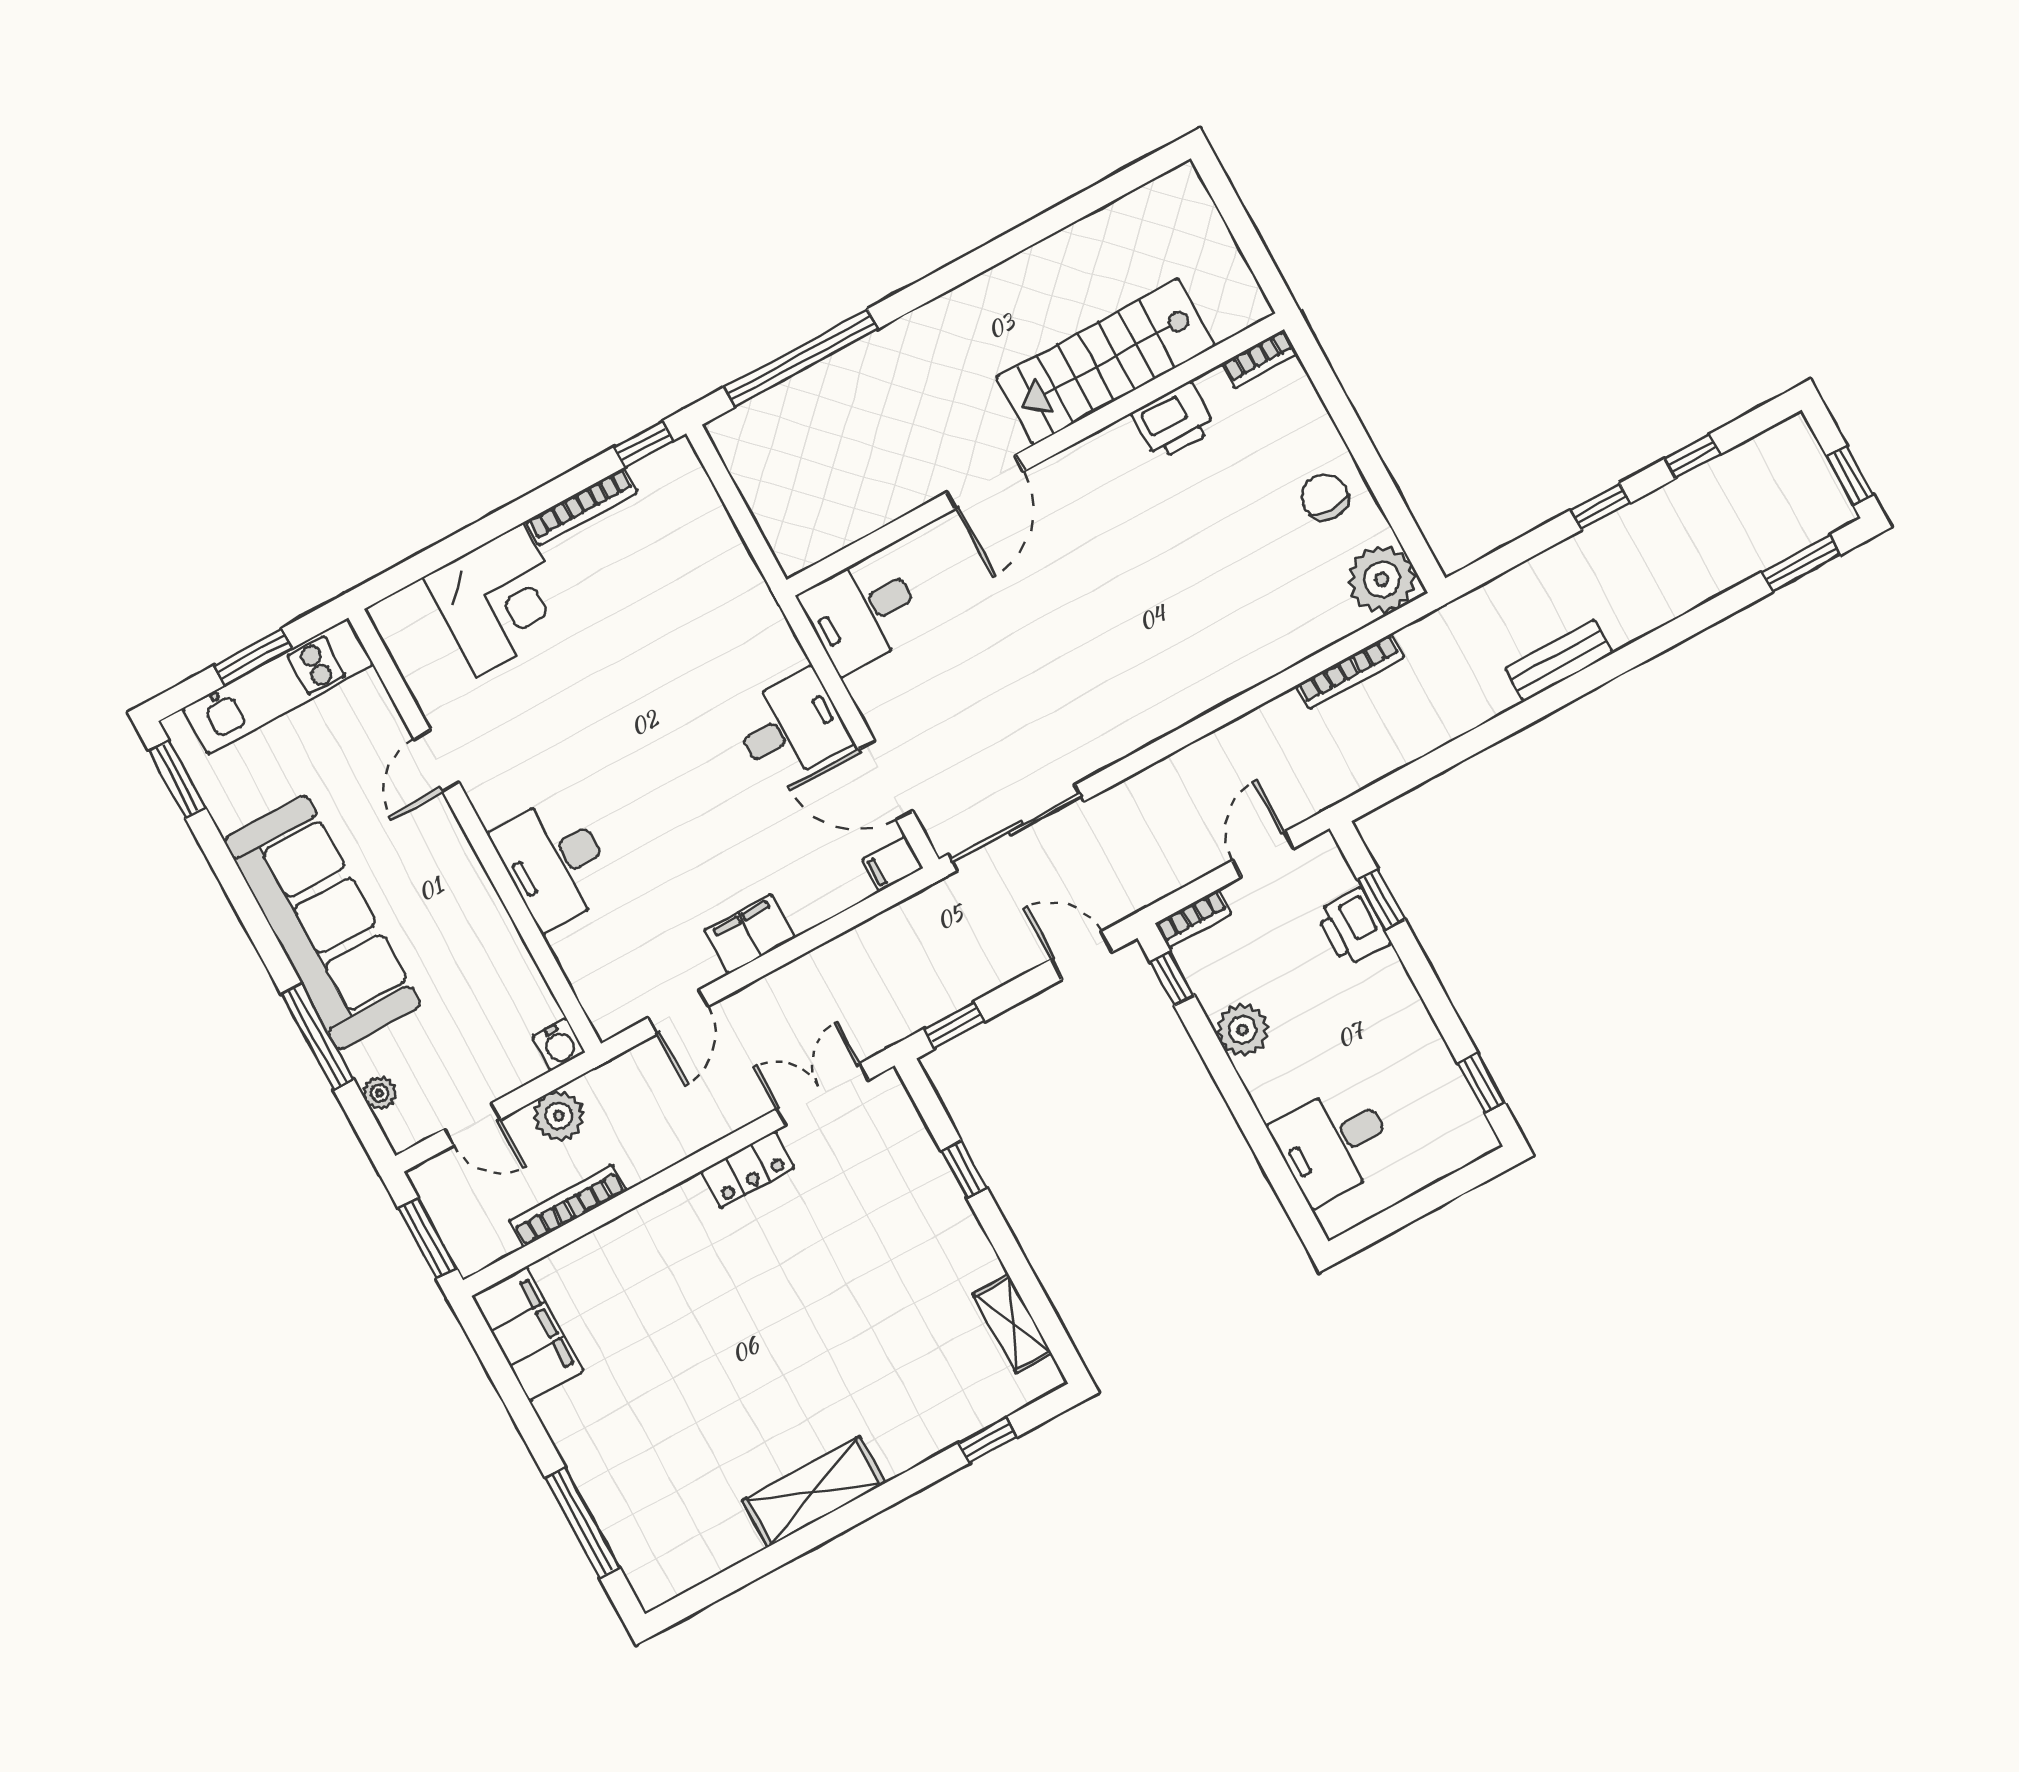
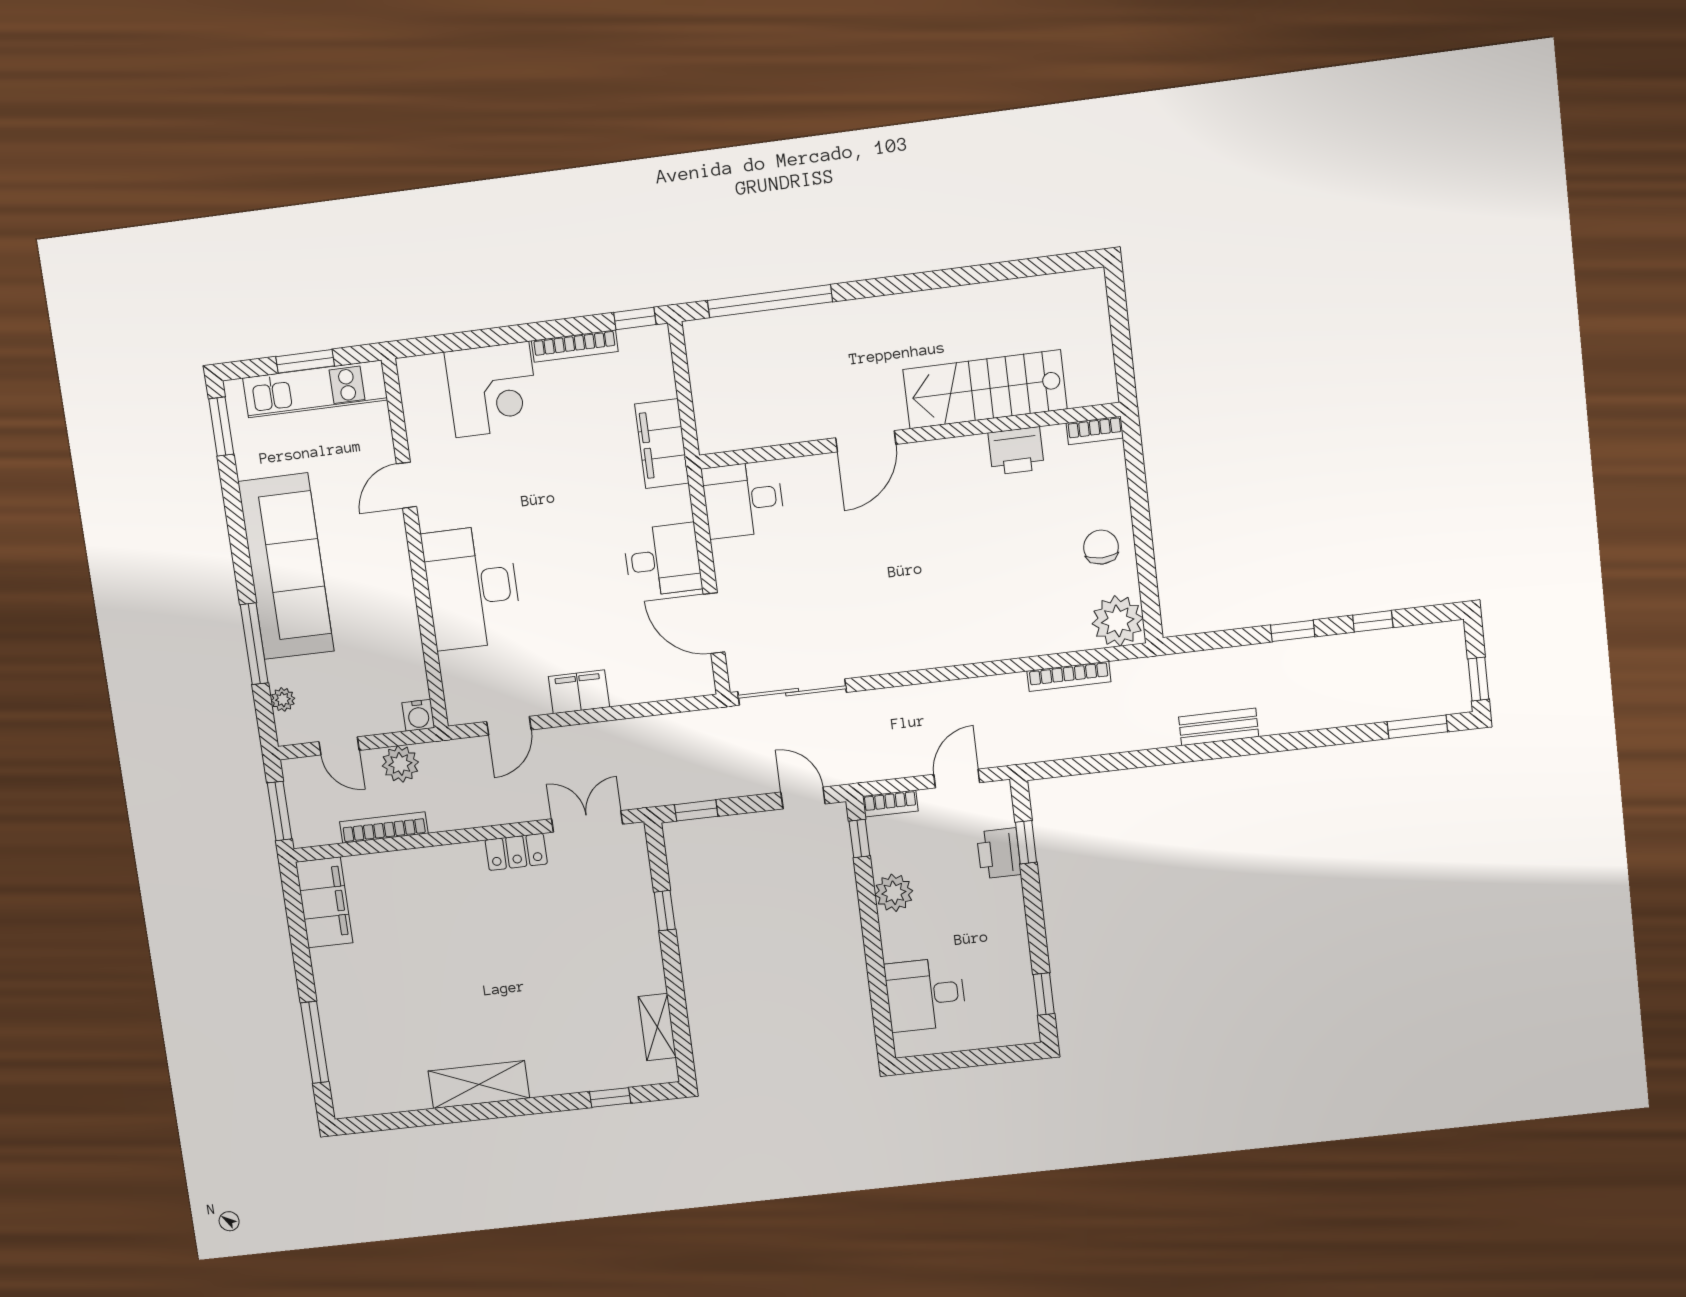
desk: (554, 862) -> (472, 587), width x1.36, depth x1.30
filing cabinet: (892, 864) -> (662, 444), moved, width x3.00, depth x1.17

